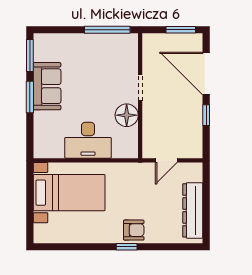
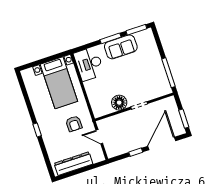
desk: (88, 140) -> (89, 64), moved
armchair: (134, 230) -> (74, 124), moved

